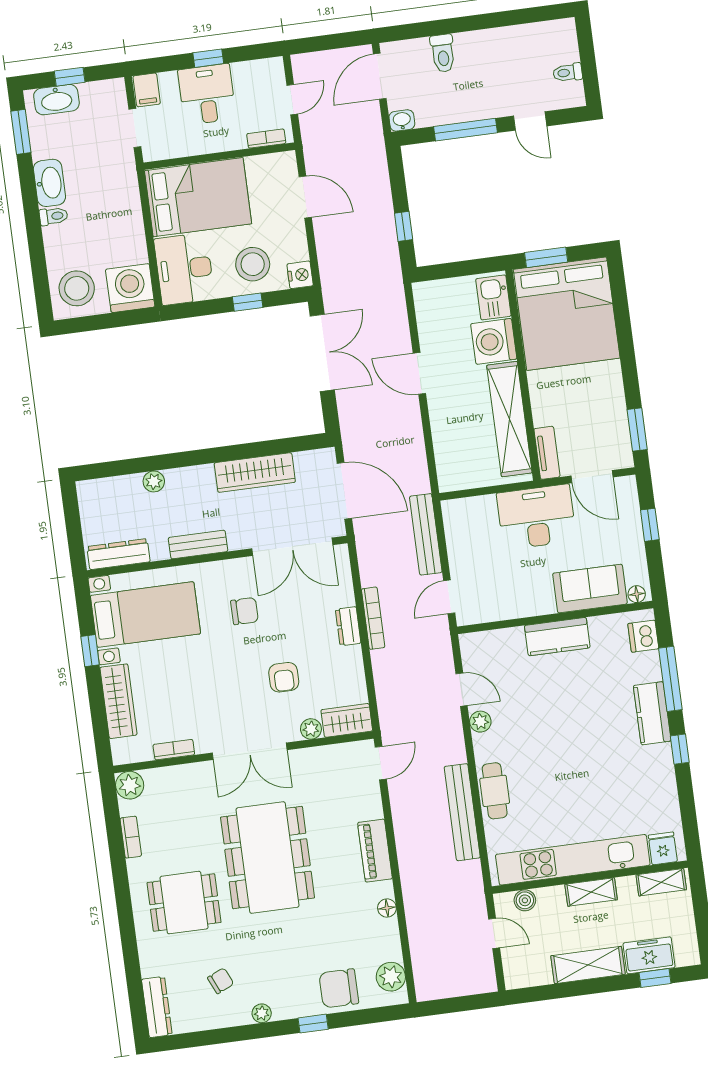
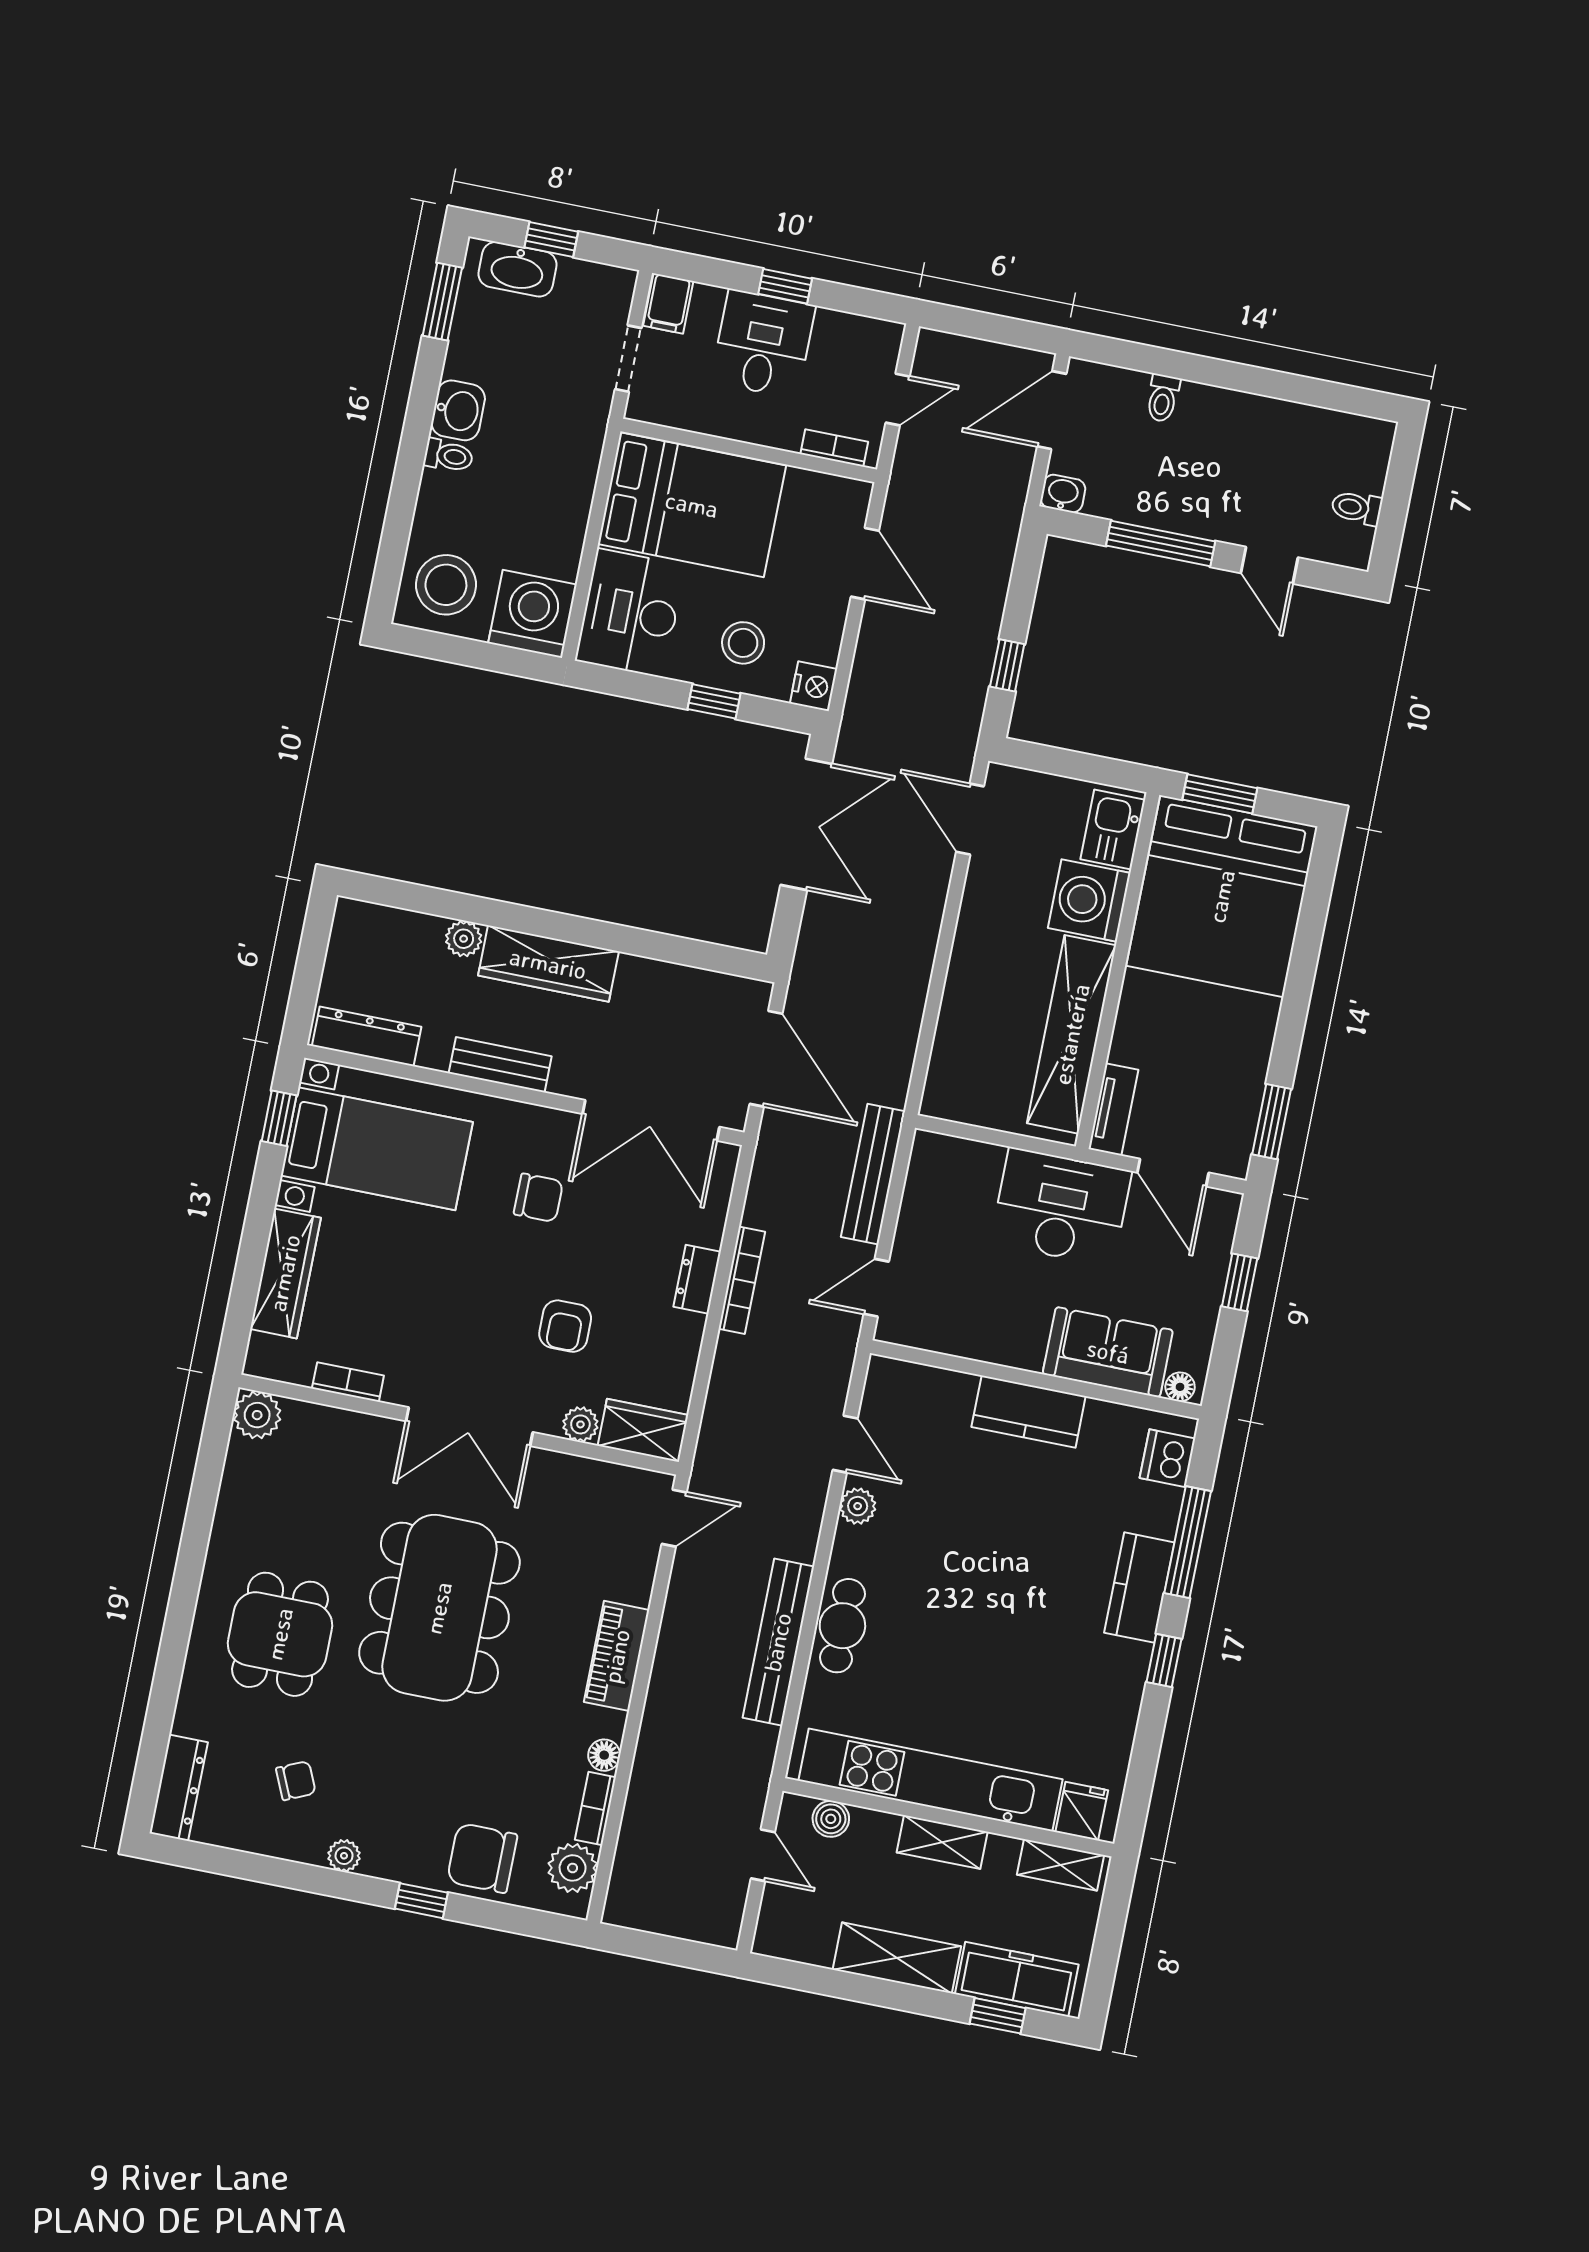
toilet: (443, 53) -> (1163, 398), width x0.73, depth x0.72
washbasin: (49, 183) -> (458, 410), width x0.72
stool: (253, 264) -> (743, 643), width x0.73, depth x0.73
door: (419, 373) -> (970, 819), moved
wardrobe: (255, 473) -> (548, 964), moved
window: (90, 651) -> (279, 1118), moved
bookcase: (131, 837) -> (595, 1808), moved, turned 180
dining table: (184, 903) -> (280, 1634), turned 90
freezer: (649, 955) -> (1017, 1979), width x1.40

